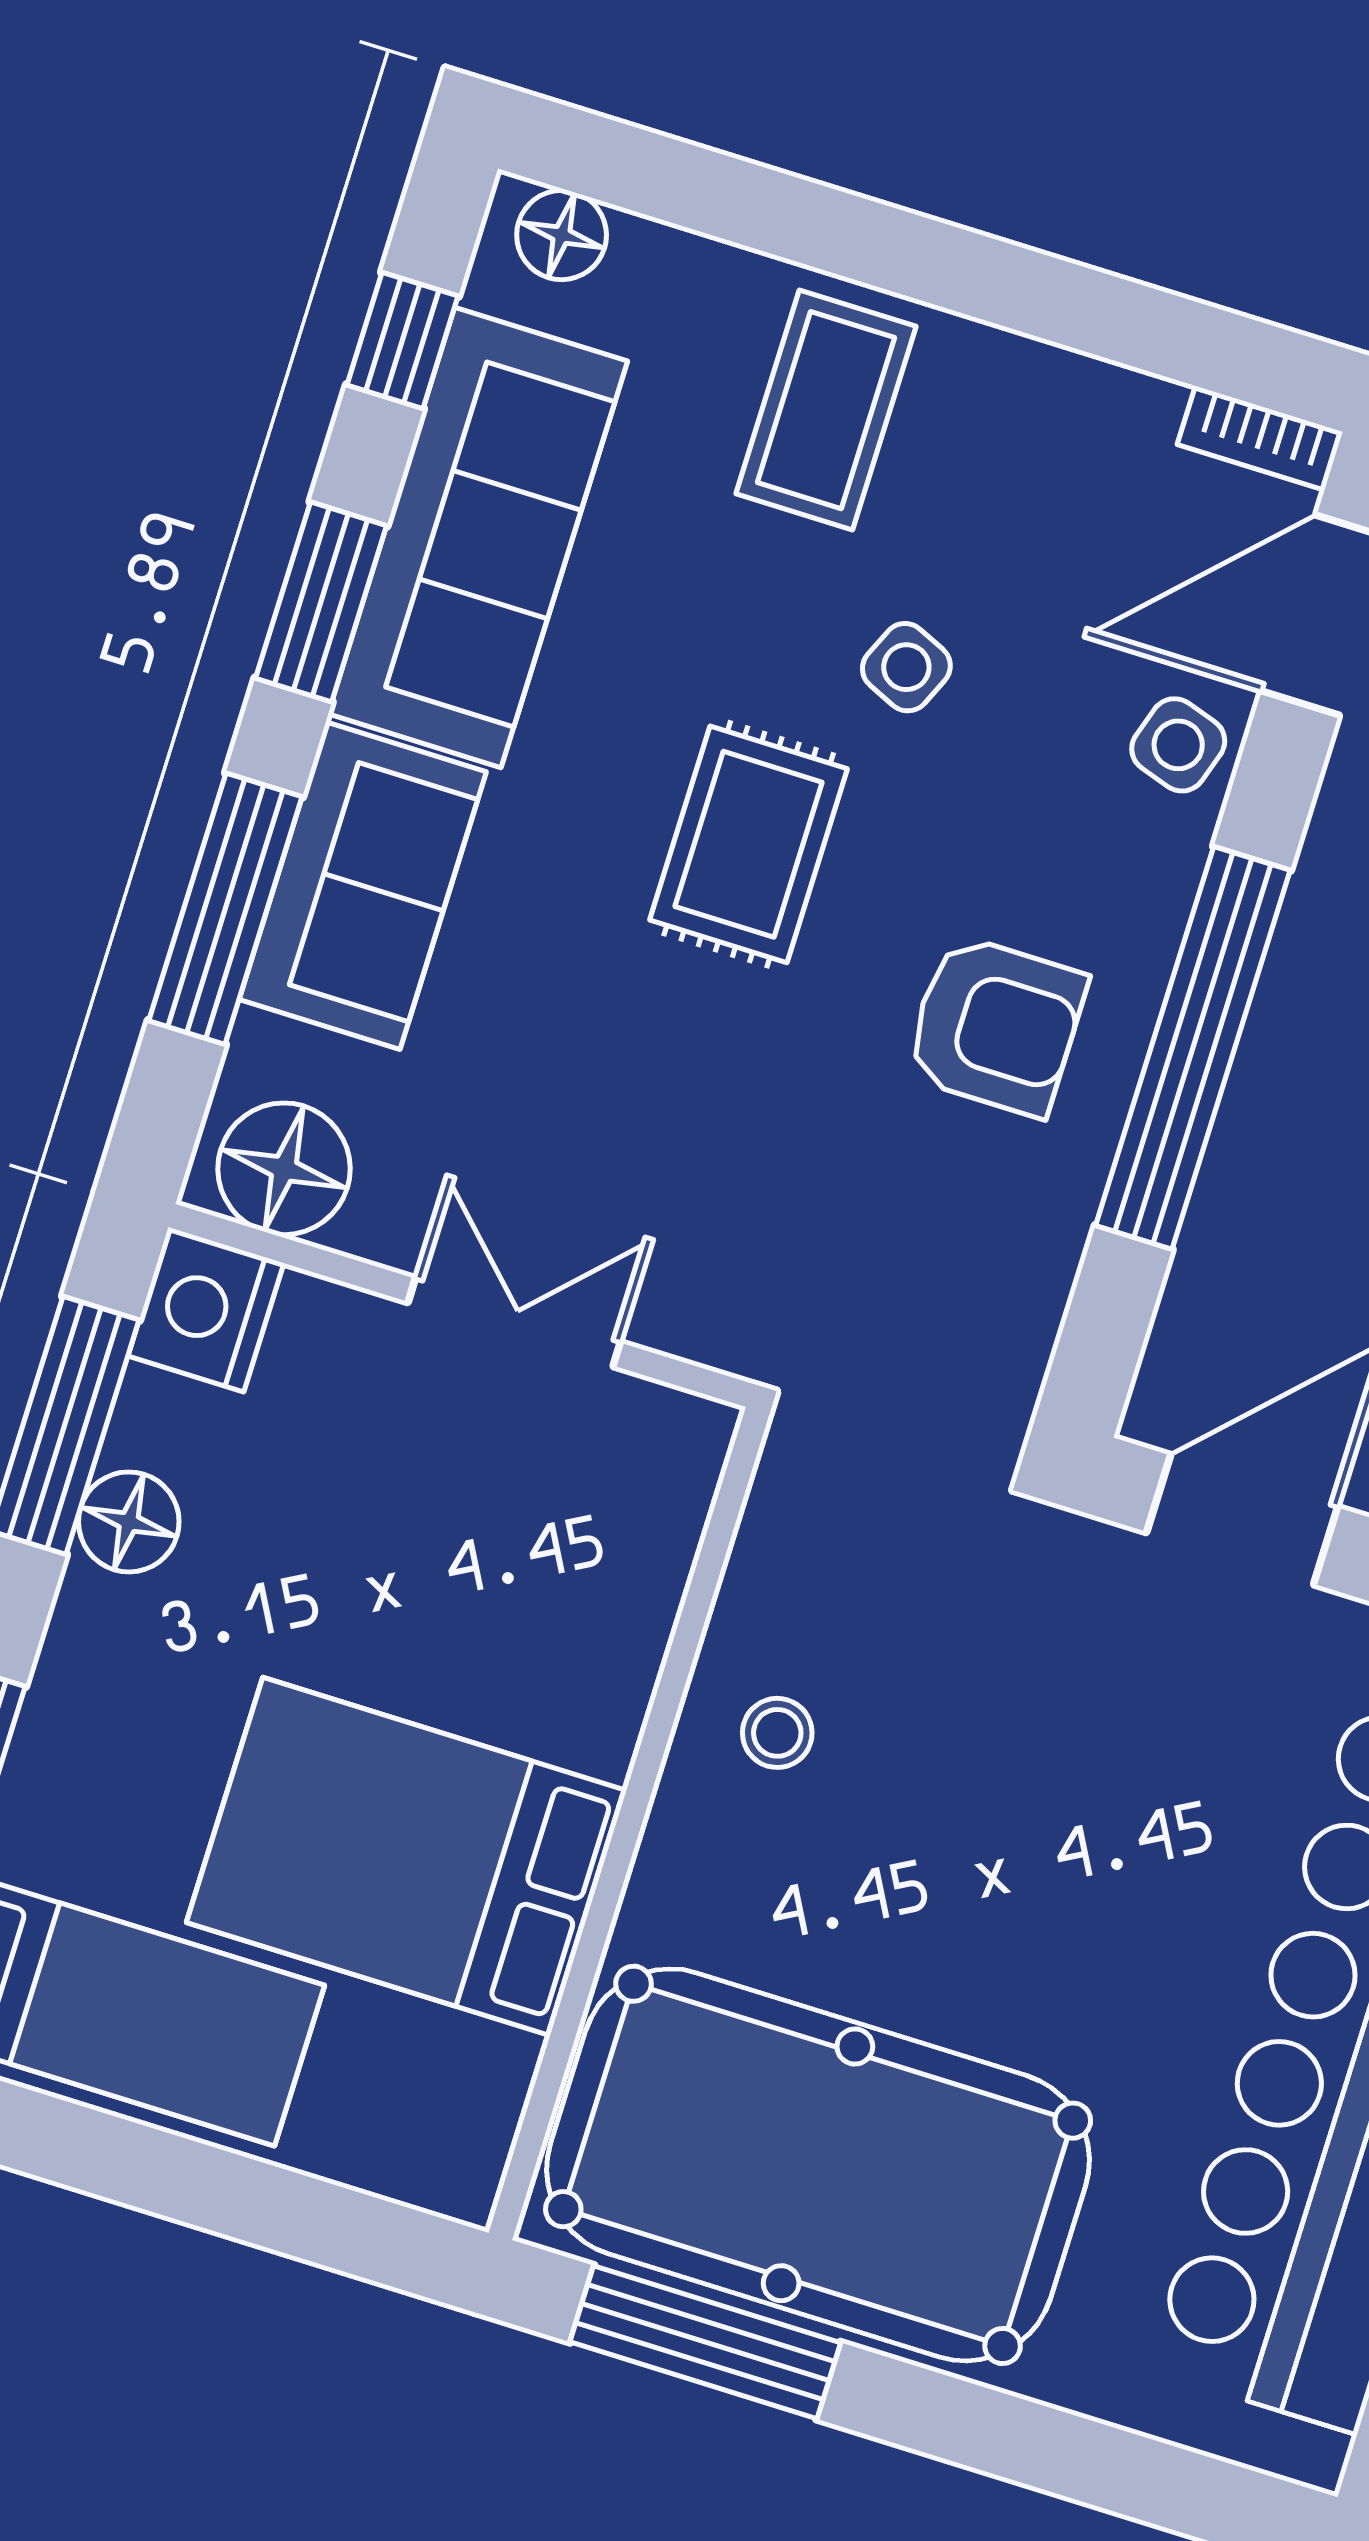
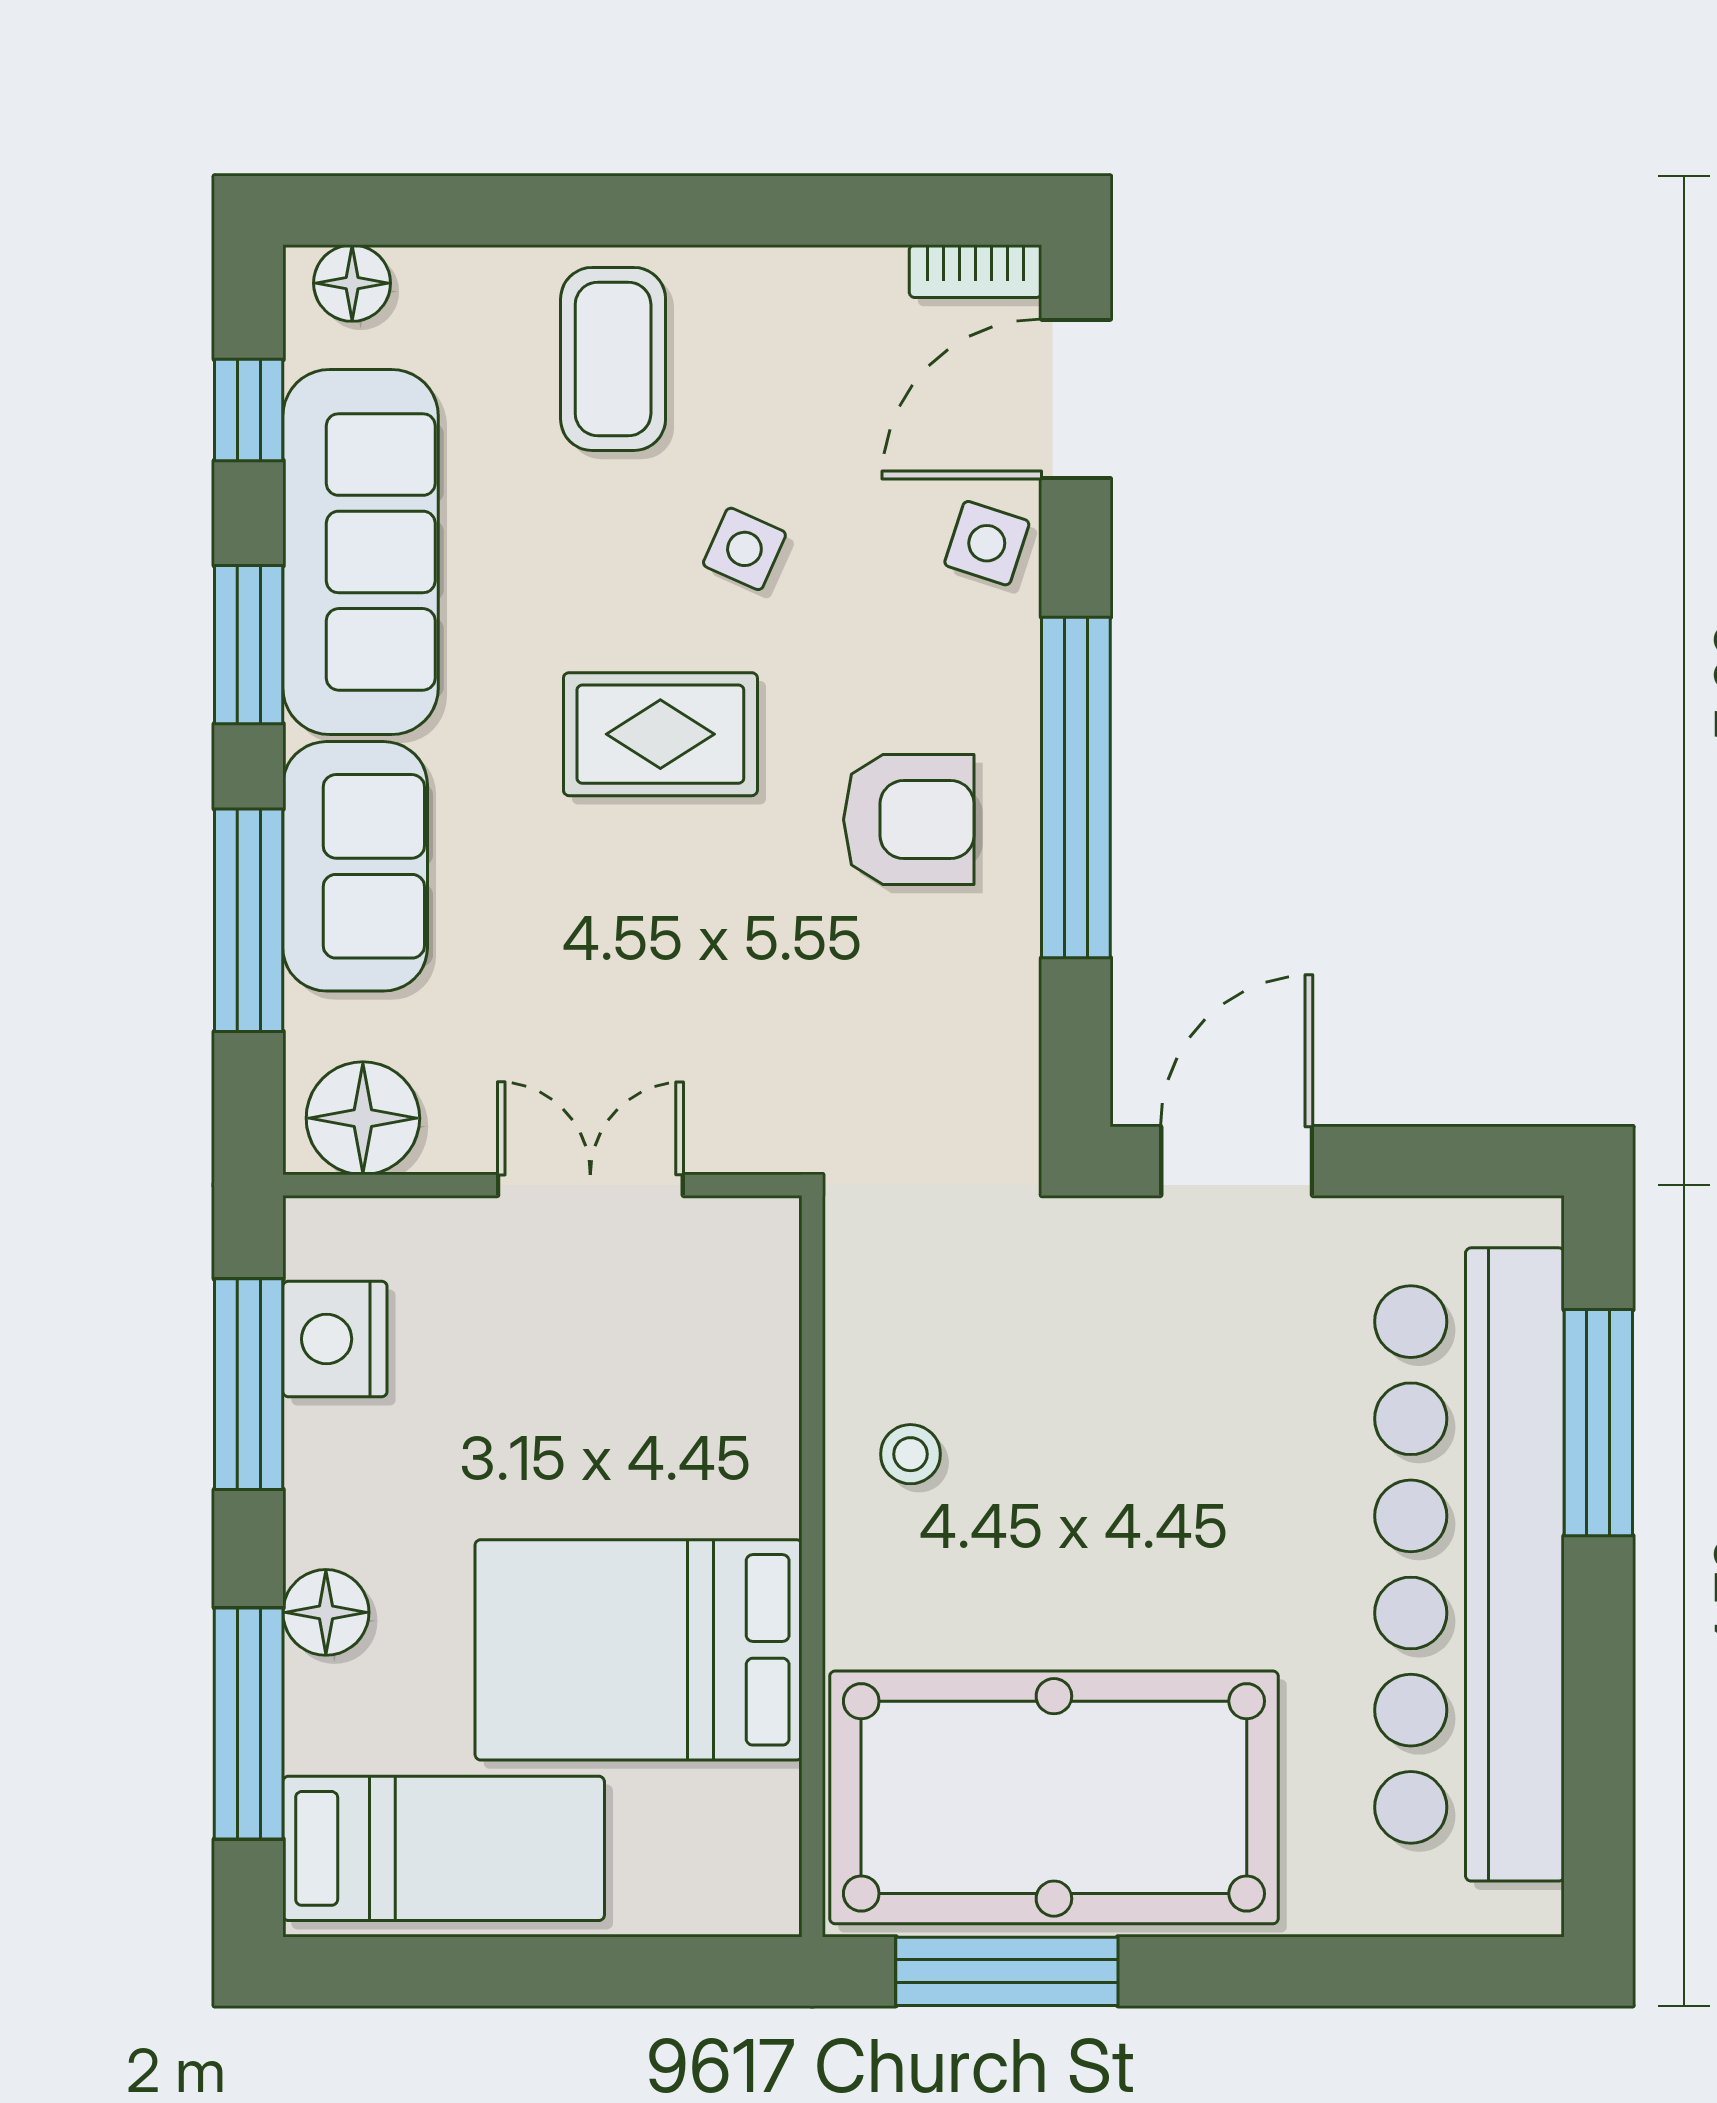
rug: (749, 844) -> (660, 734), turned 90
nightstand: (206, 1310) -> (335, 1339), moved
floor lamp: (129, 1522) -> (326, 1612), moved

